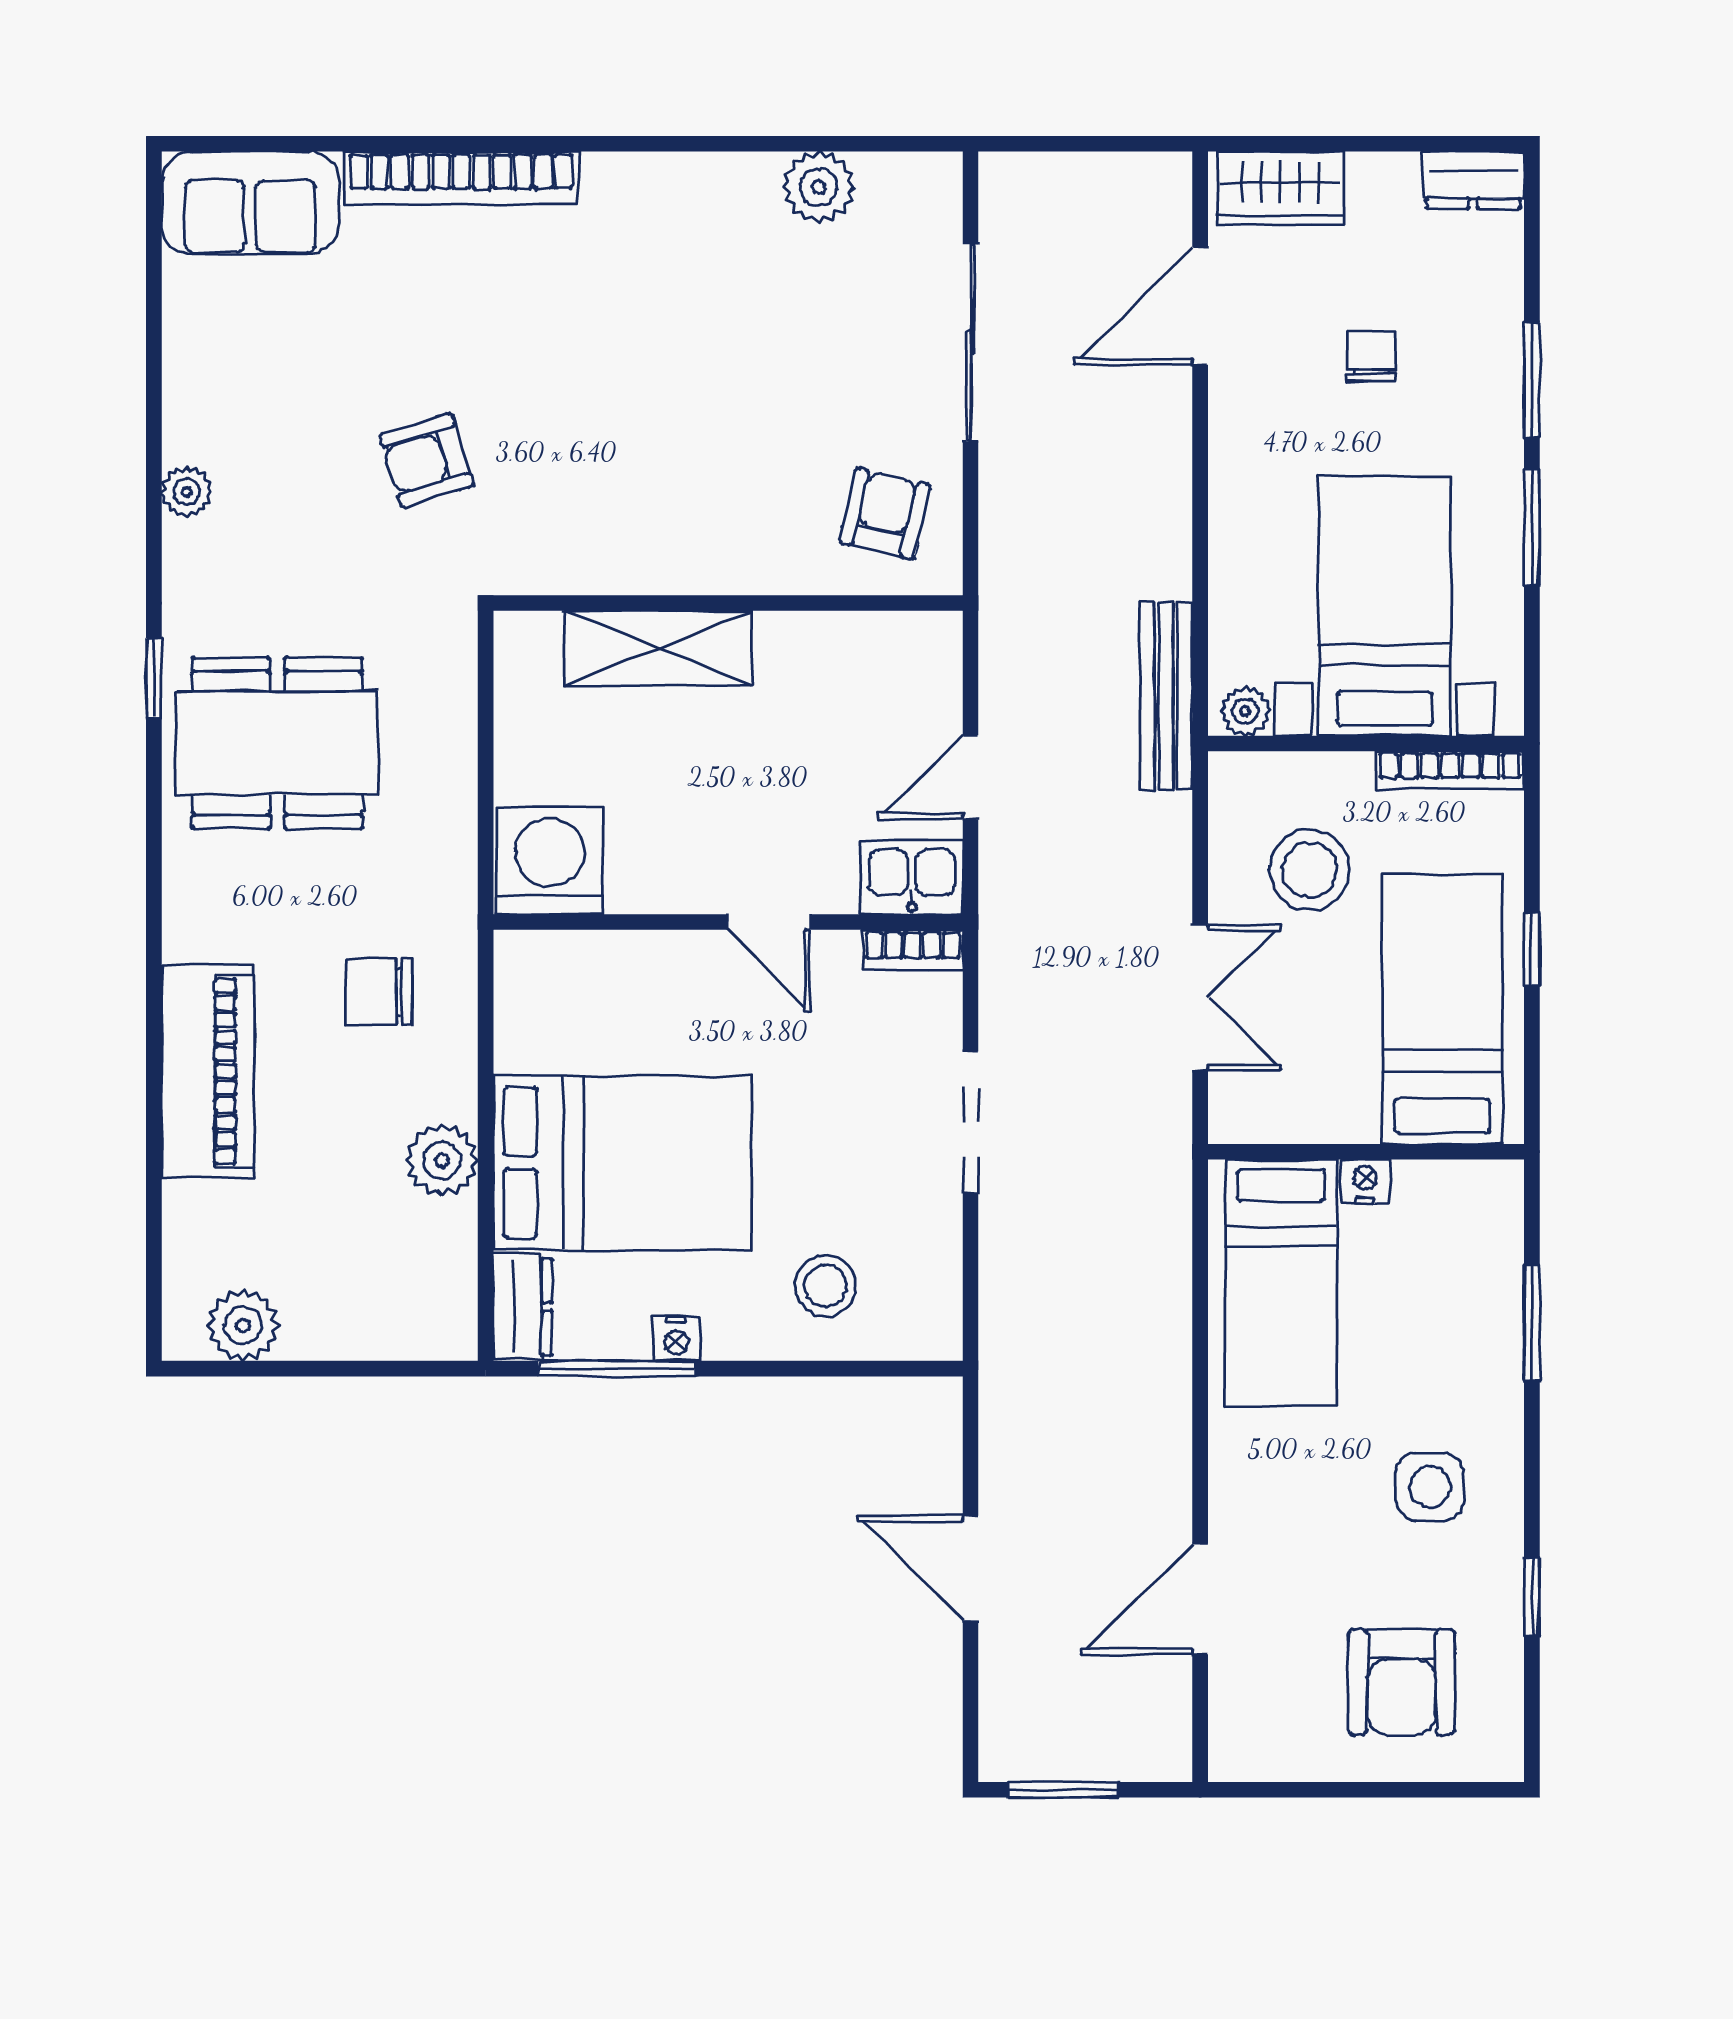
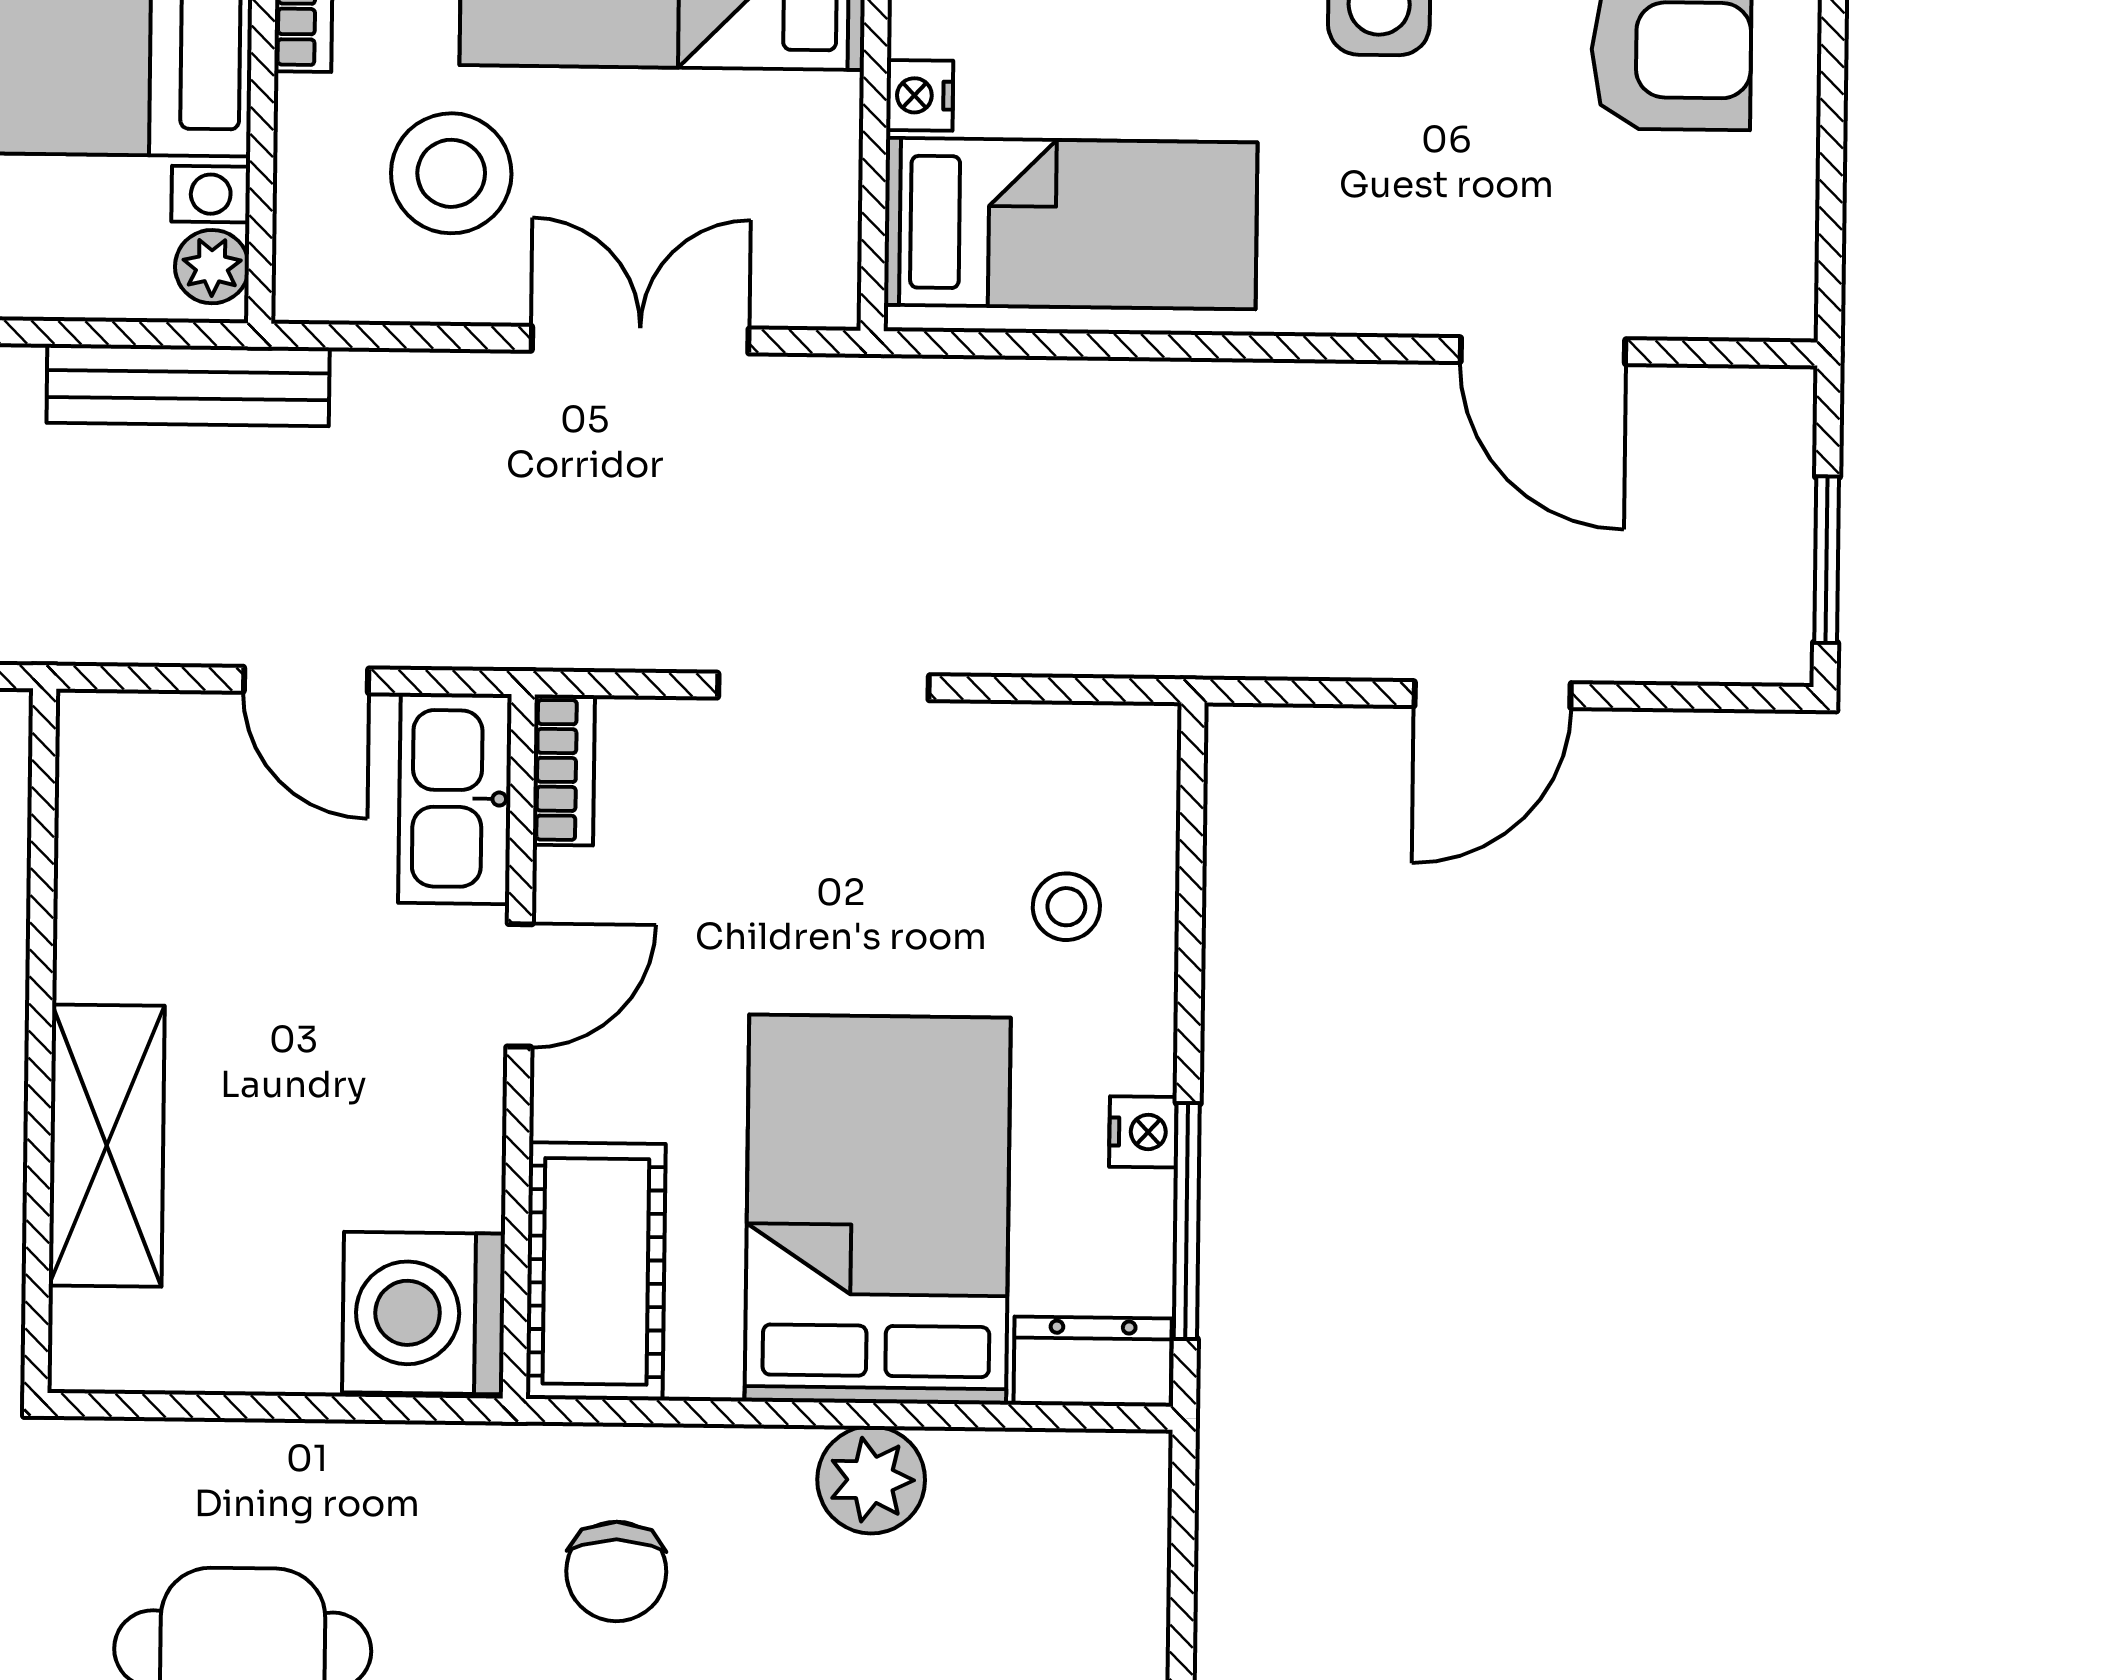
kitchen sink: (912, 877) -> (455, 799), width x1.38
cot: (579, 975) -> (596, 1271), added
stool: (826, 1286) -> (1066, 907), width x0.73, depth x0.73

